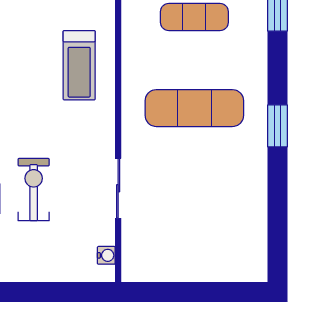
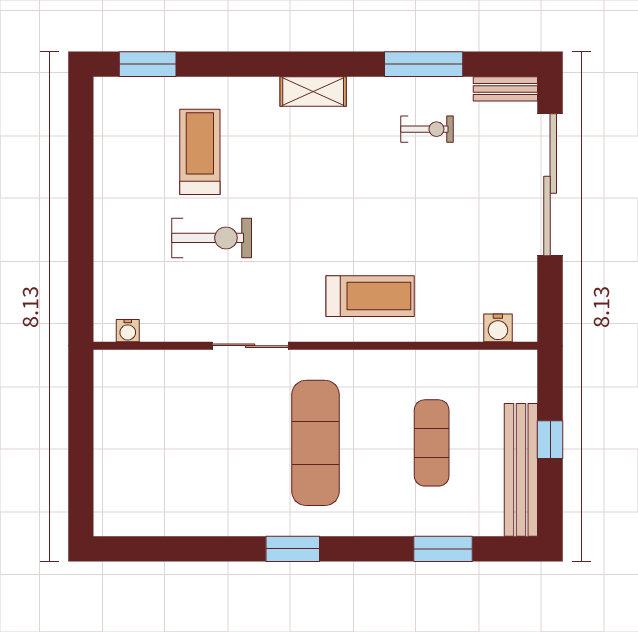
treadmill: (79, 65) -> (370, 296), turned 180
sliding door: (118, 188) -> (250, 346), moved

